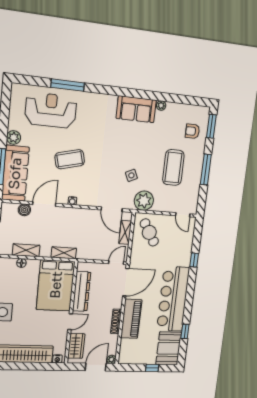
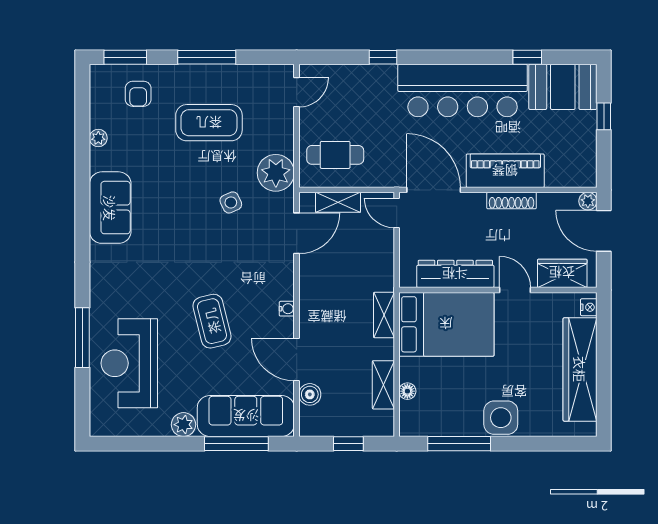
plant: (161, 106) -> (98, 138), moved
cafe table: (149, 232) -> (335, 155), turned 32

